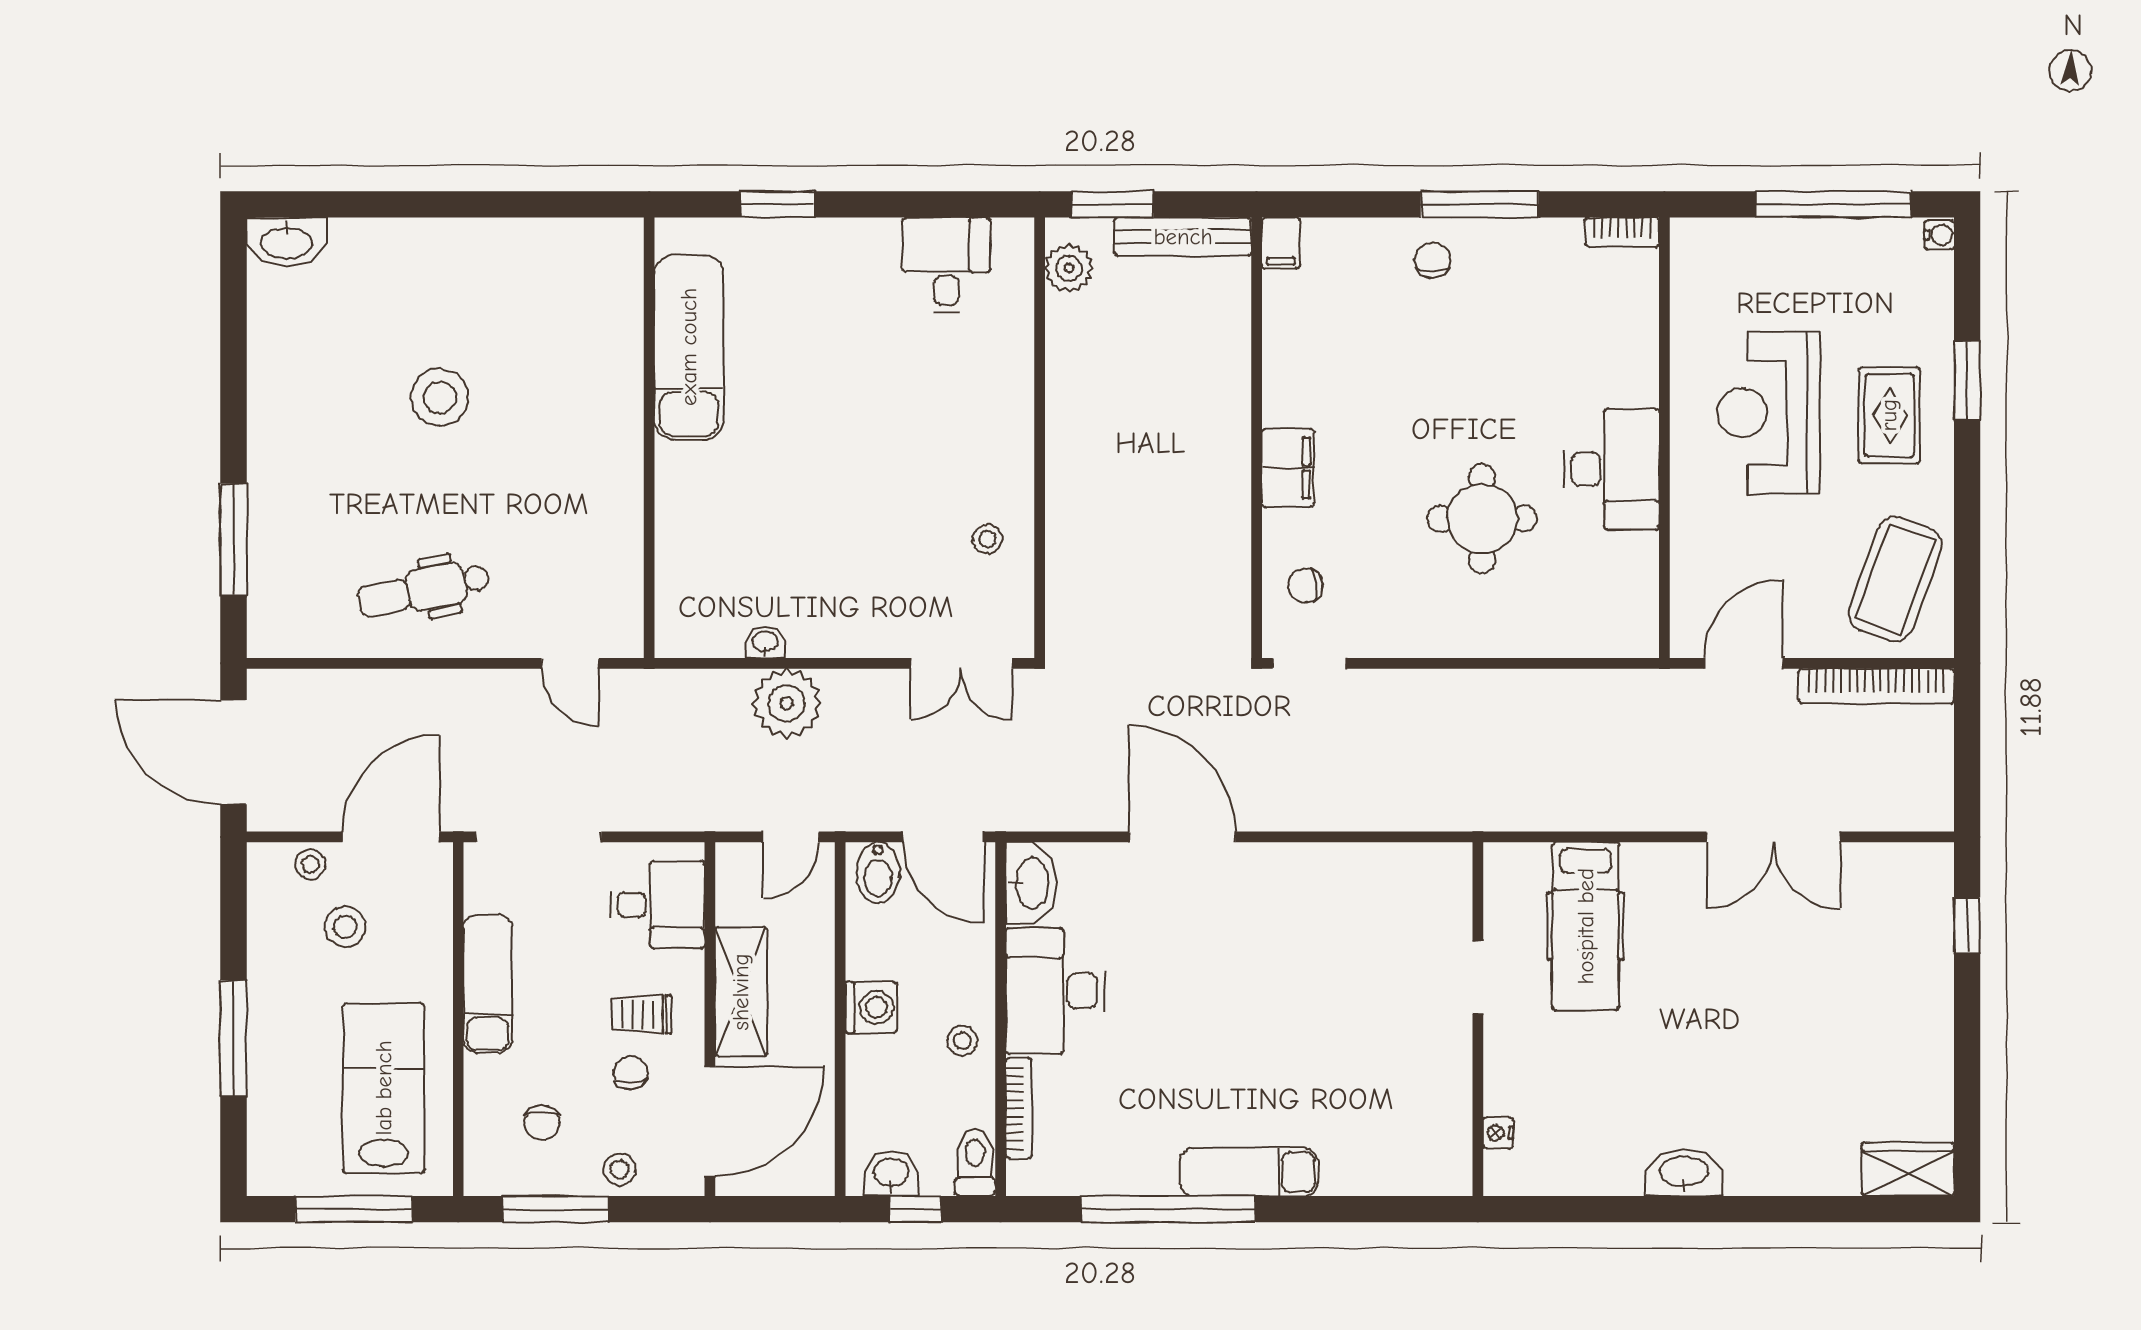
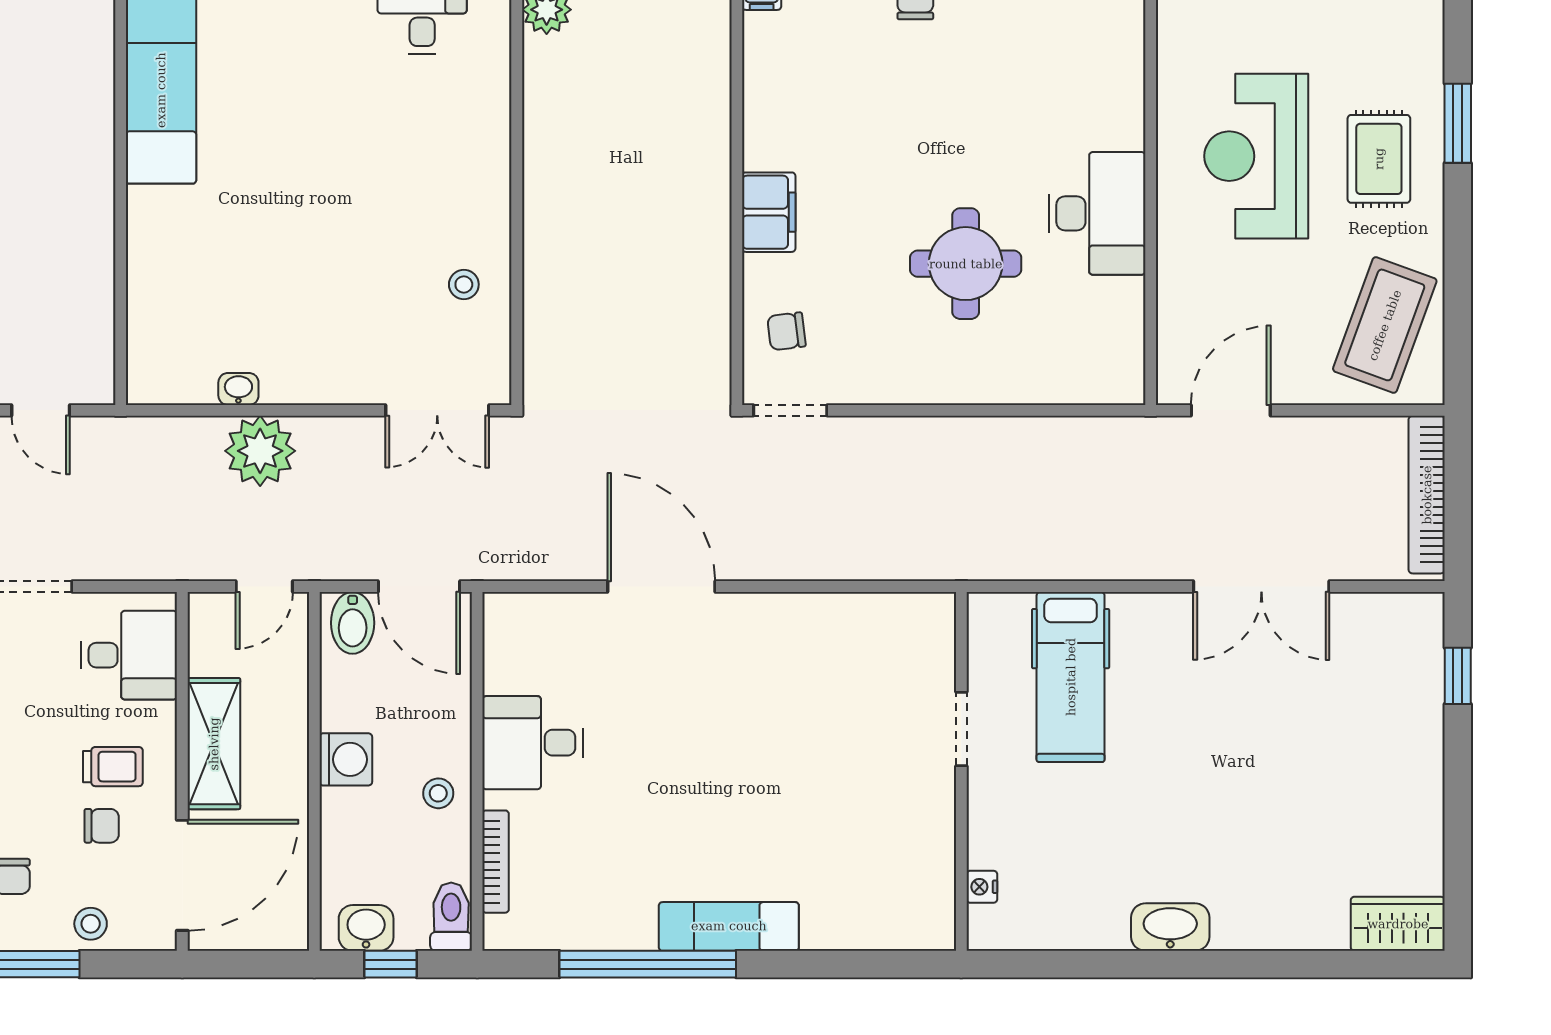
bookcase: (1876, 686) -> (1427, 495), moved, turned 90
washbasin: (1031, 883) -> (508, 633), removed
desk: (1055, 991) -> (533, 743), width x0.73
trolley: (641, 1014) -> (113, 767), turned 180
chair: (630, 1073) -> (102, 826), turned 90

